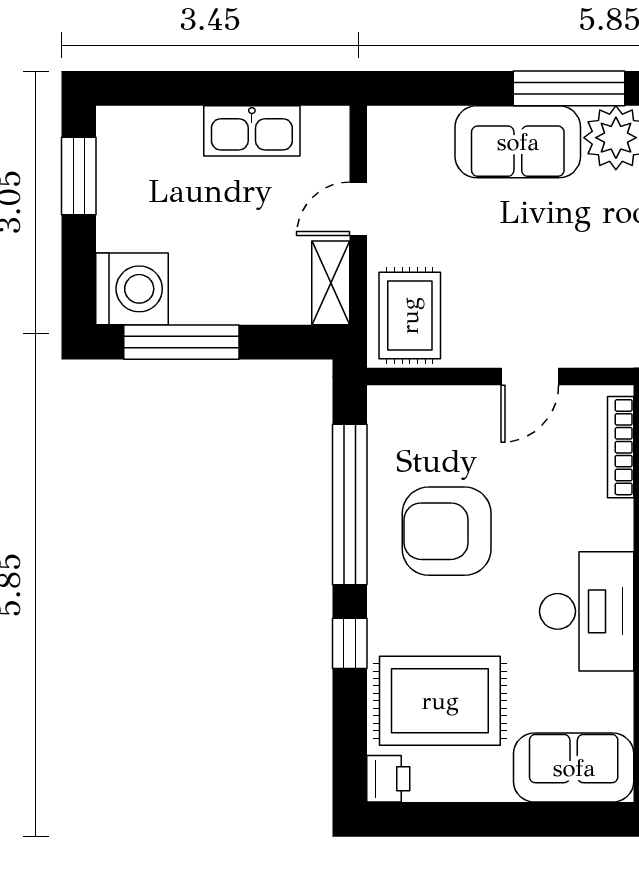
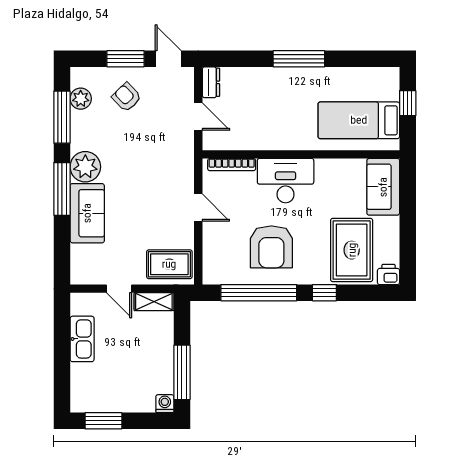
washing machine: (132, 289) -> (165, 404), width x0.53, depth x0.53
desk: (587, 611) -> (286, 181), moved

